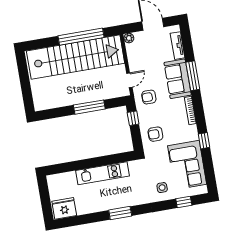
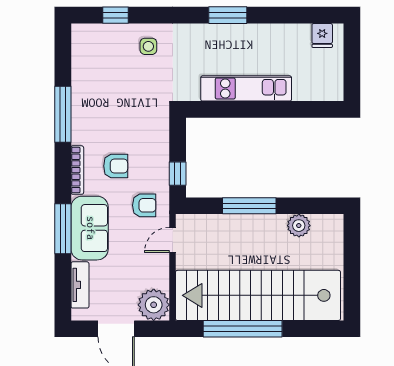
plant: (129, 38) -> (154, 305), width x1.87, depth x1.87
plant: (59, 101) -> (299, 226), added
armchair: (155, 134) -> (116, 166), moved
window: (204, 141) -> (63, 114), width x2.17
corner sofa: (187, 165) -> (99, 78), removed
fridge: (64, 208) -> (322, 35), width x0.53, depth x0.75

